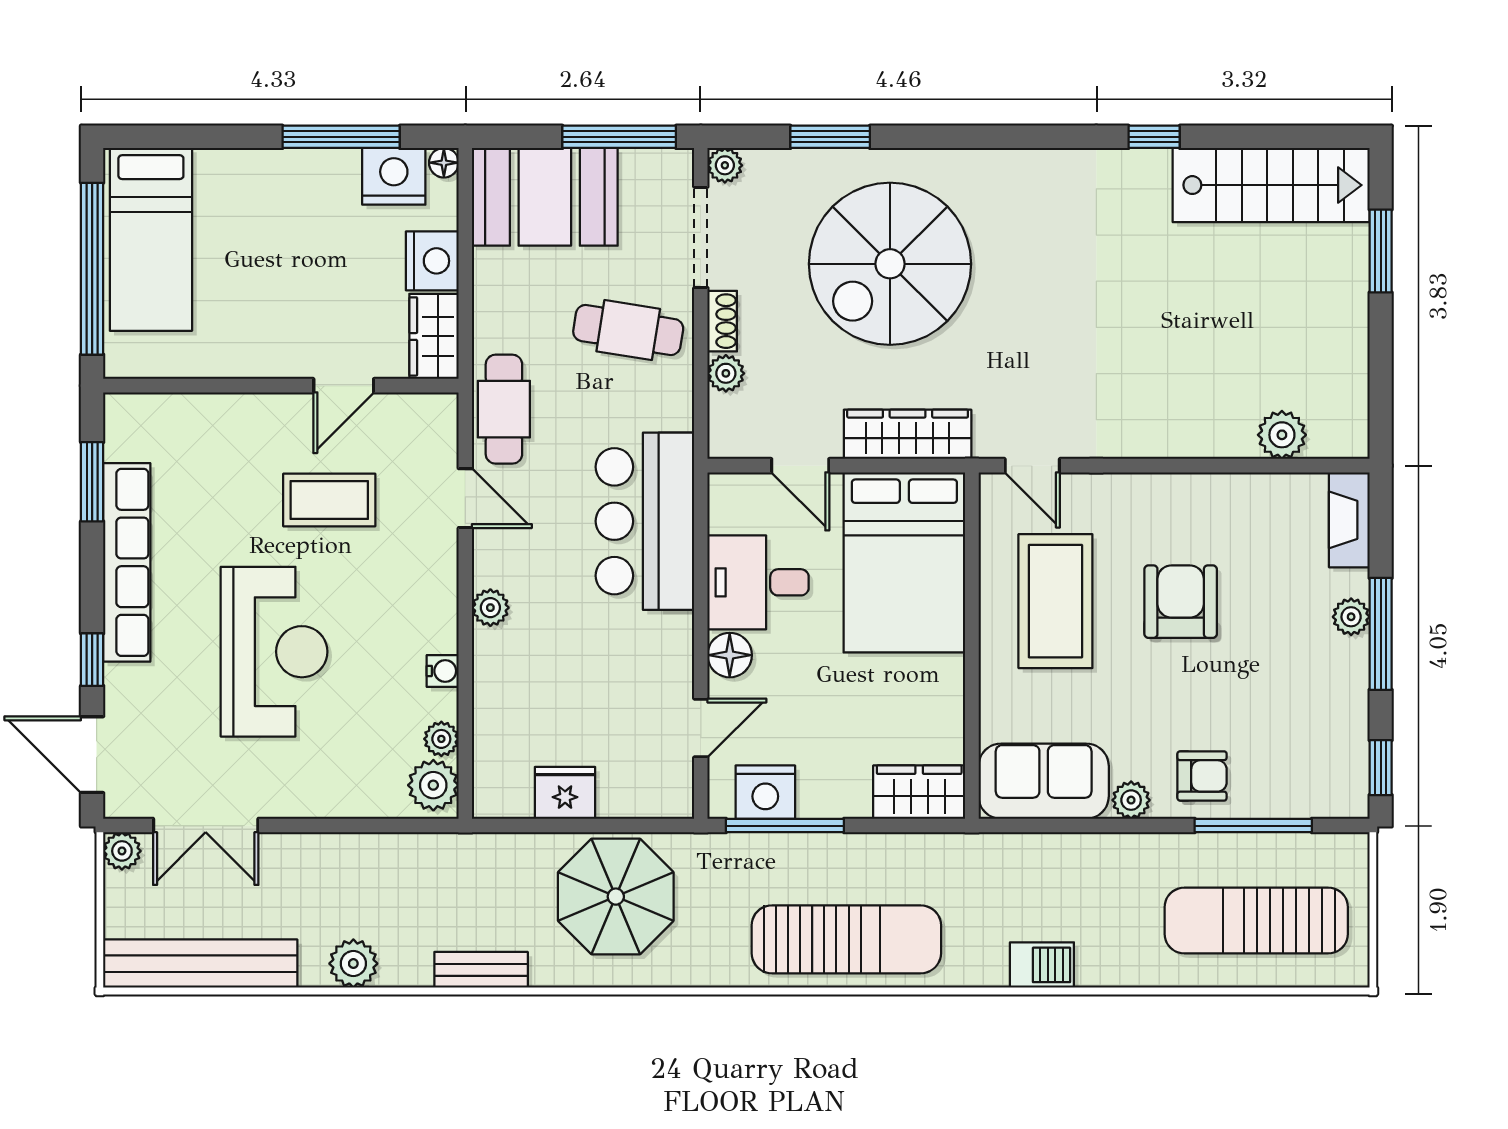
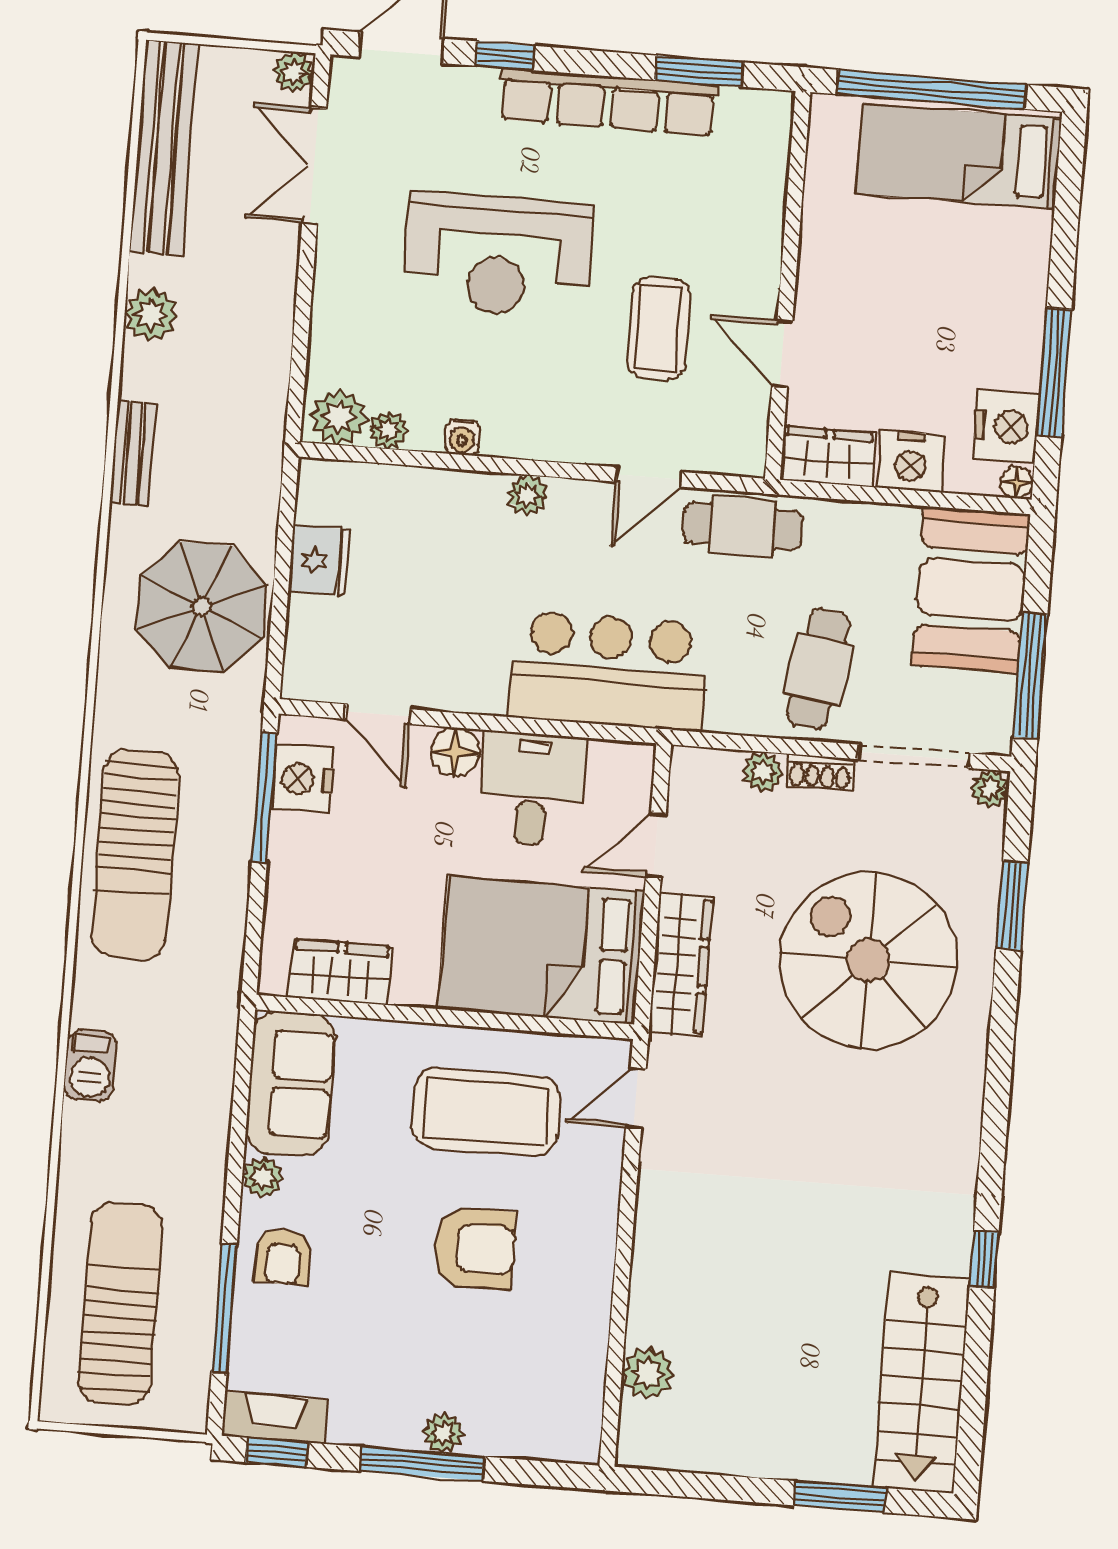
fireplace: (1349, 520) -> (275, 1418), moved
wardrobe: (919, 792) -> (340, 972), moved, turned -90

